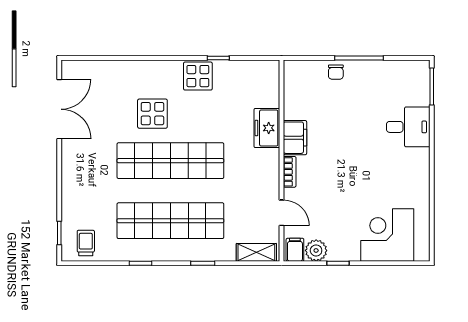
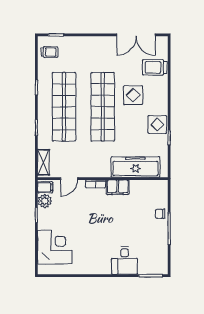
trolley: (109, 80) -> (155, 67), added
freezer: (267, 128) -> (135, 167), width x1.91, depth x1.26

